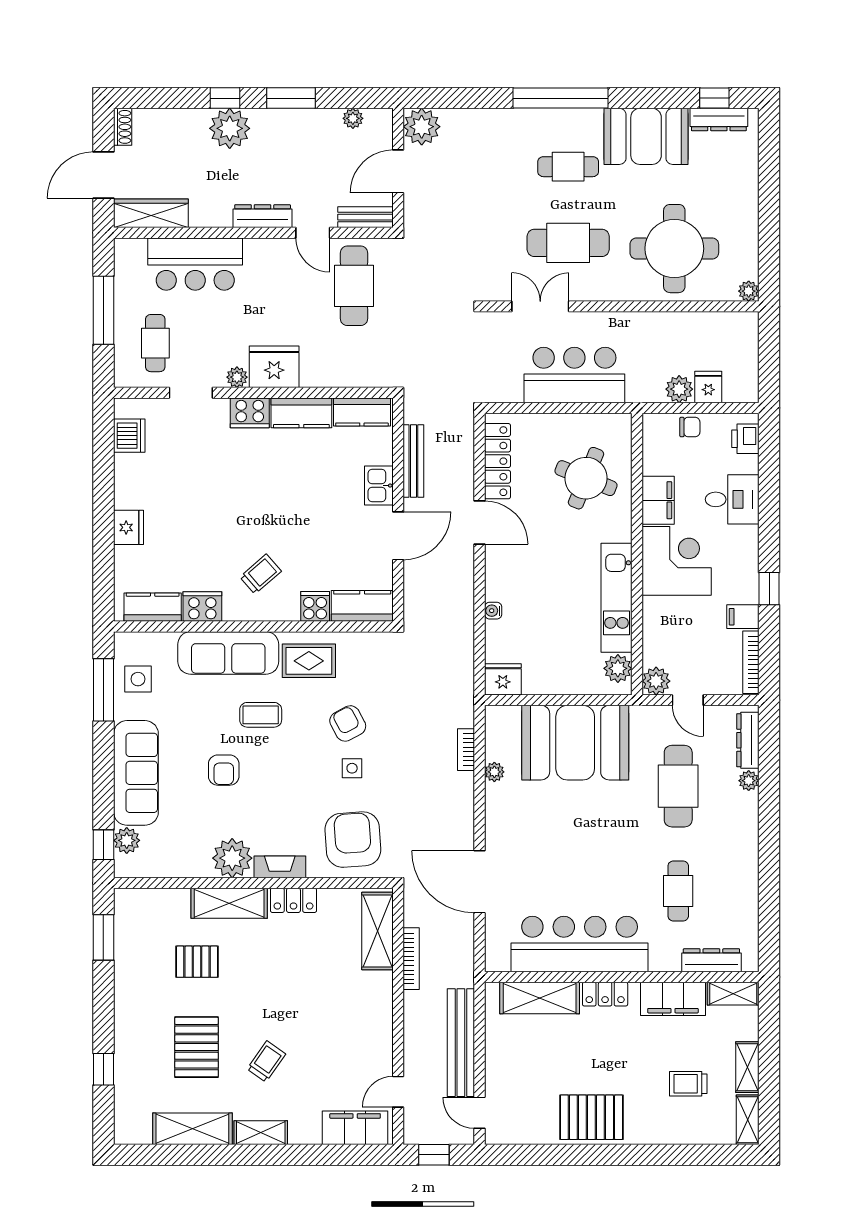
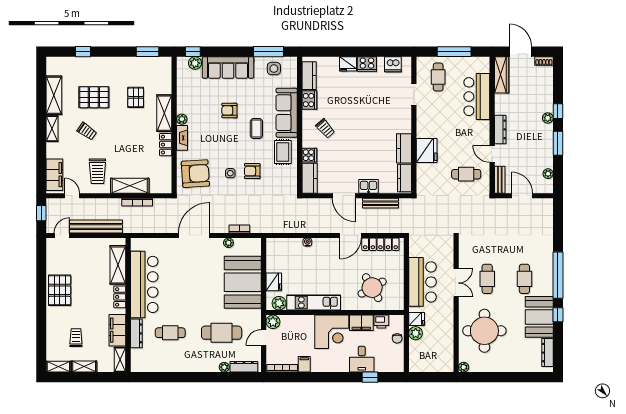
window: (714, 98) -> (558, 315), moved
plant: (422, 127) -> (544, 207), removed
plant: (230, 128) -> (548, 118), width x0.53, depth x0.53
door: (313, 233) -> (492, 154), hinge flipped
cafe table: (568, 243) -> (487, 279), width x0.73, depth x0.74
cafe table: (354, 286) -> (466, 174), width x0.73, depth x0.74
double door: (540, 306) -> (456, 283), moved
cafe table: (155, 343) -> (438, 77), turned 90
fridge: (274, 367) -> (427, 150), moved
plant: (237, 377) -> (421, 117), removed
fridge: (708, 387) -> (417, 319), moved
cooker: (250, 413) -> (367, 64), moved, turned -90
printer: (745, 439) -> (381, 322), moved, turned 180
round table: (586, 478) -> (372, 288), turned 38
window: (769, 589) -> (370, 377), moved
fridge: (503, 679) -> (274, 282), moved
armchair: (348, 723) -> (252, 171), turned -152
plant: (232, 858) -> (182, 119), width x0.53, depth x0.53
door: (479, 882) -> (194, 235), moved
shelving: (377, 931) -> (130, 186), moved
dresser: (711, 960) -> (136, 333), moved
trolley: (348, 1040) -> (97, 171), added

